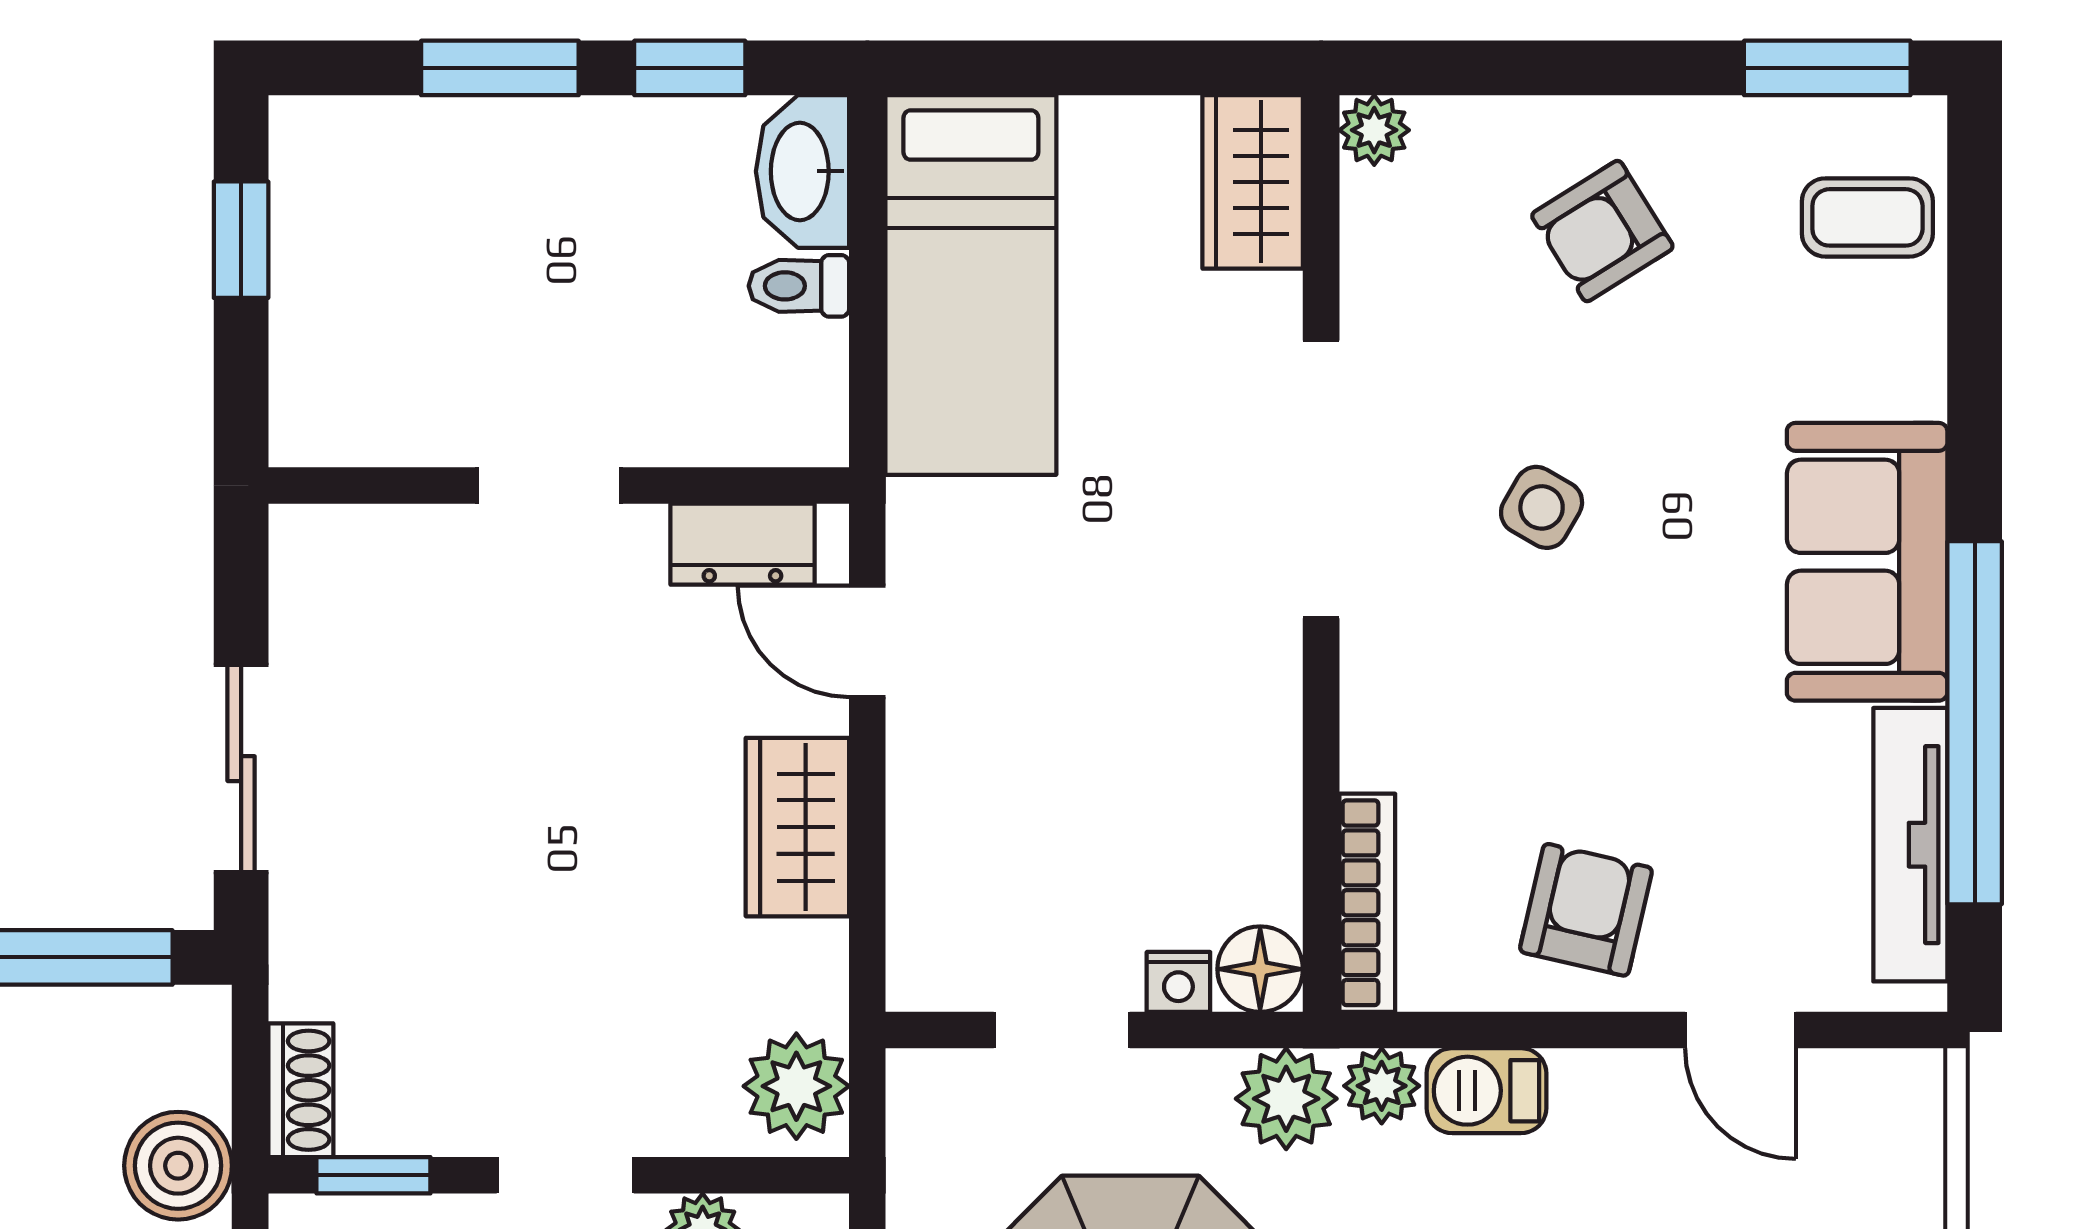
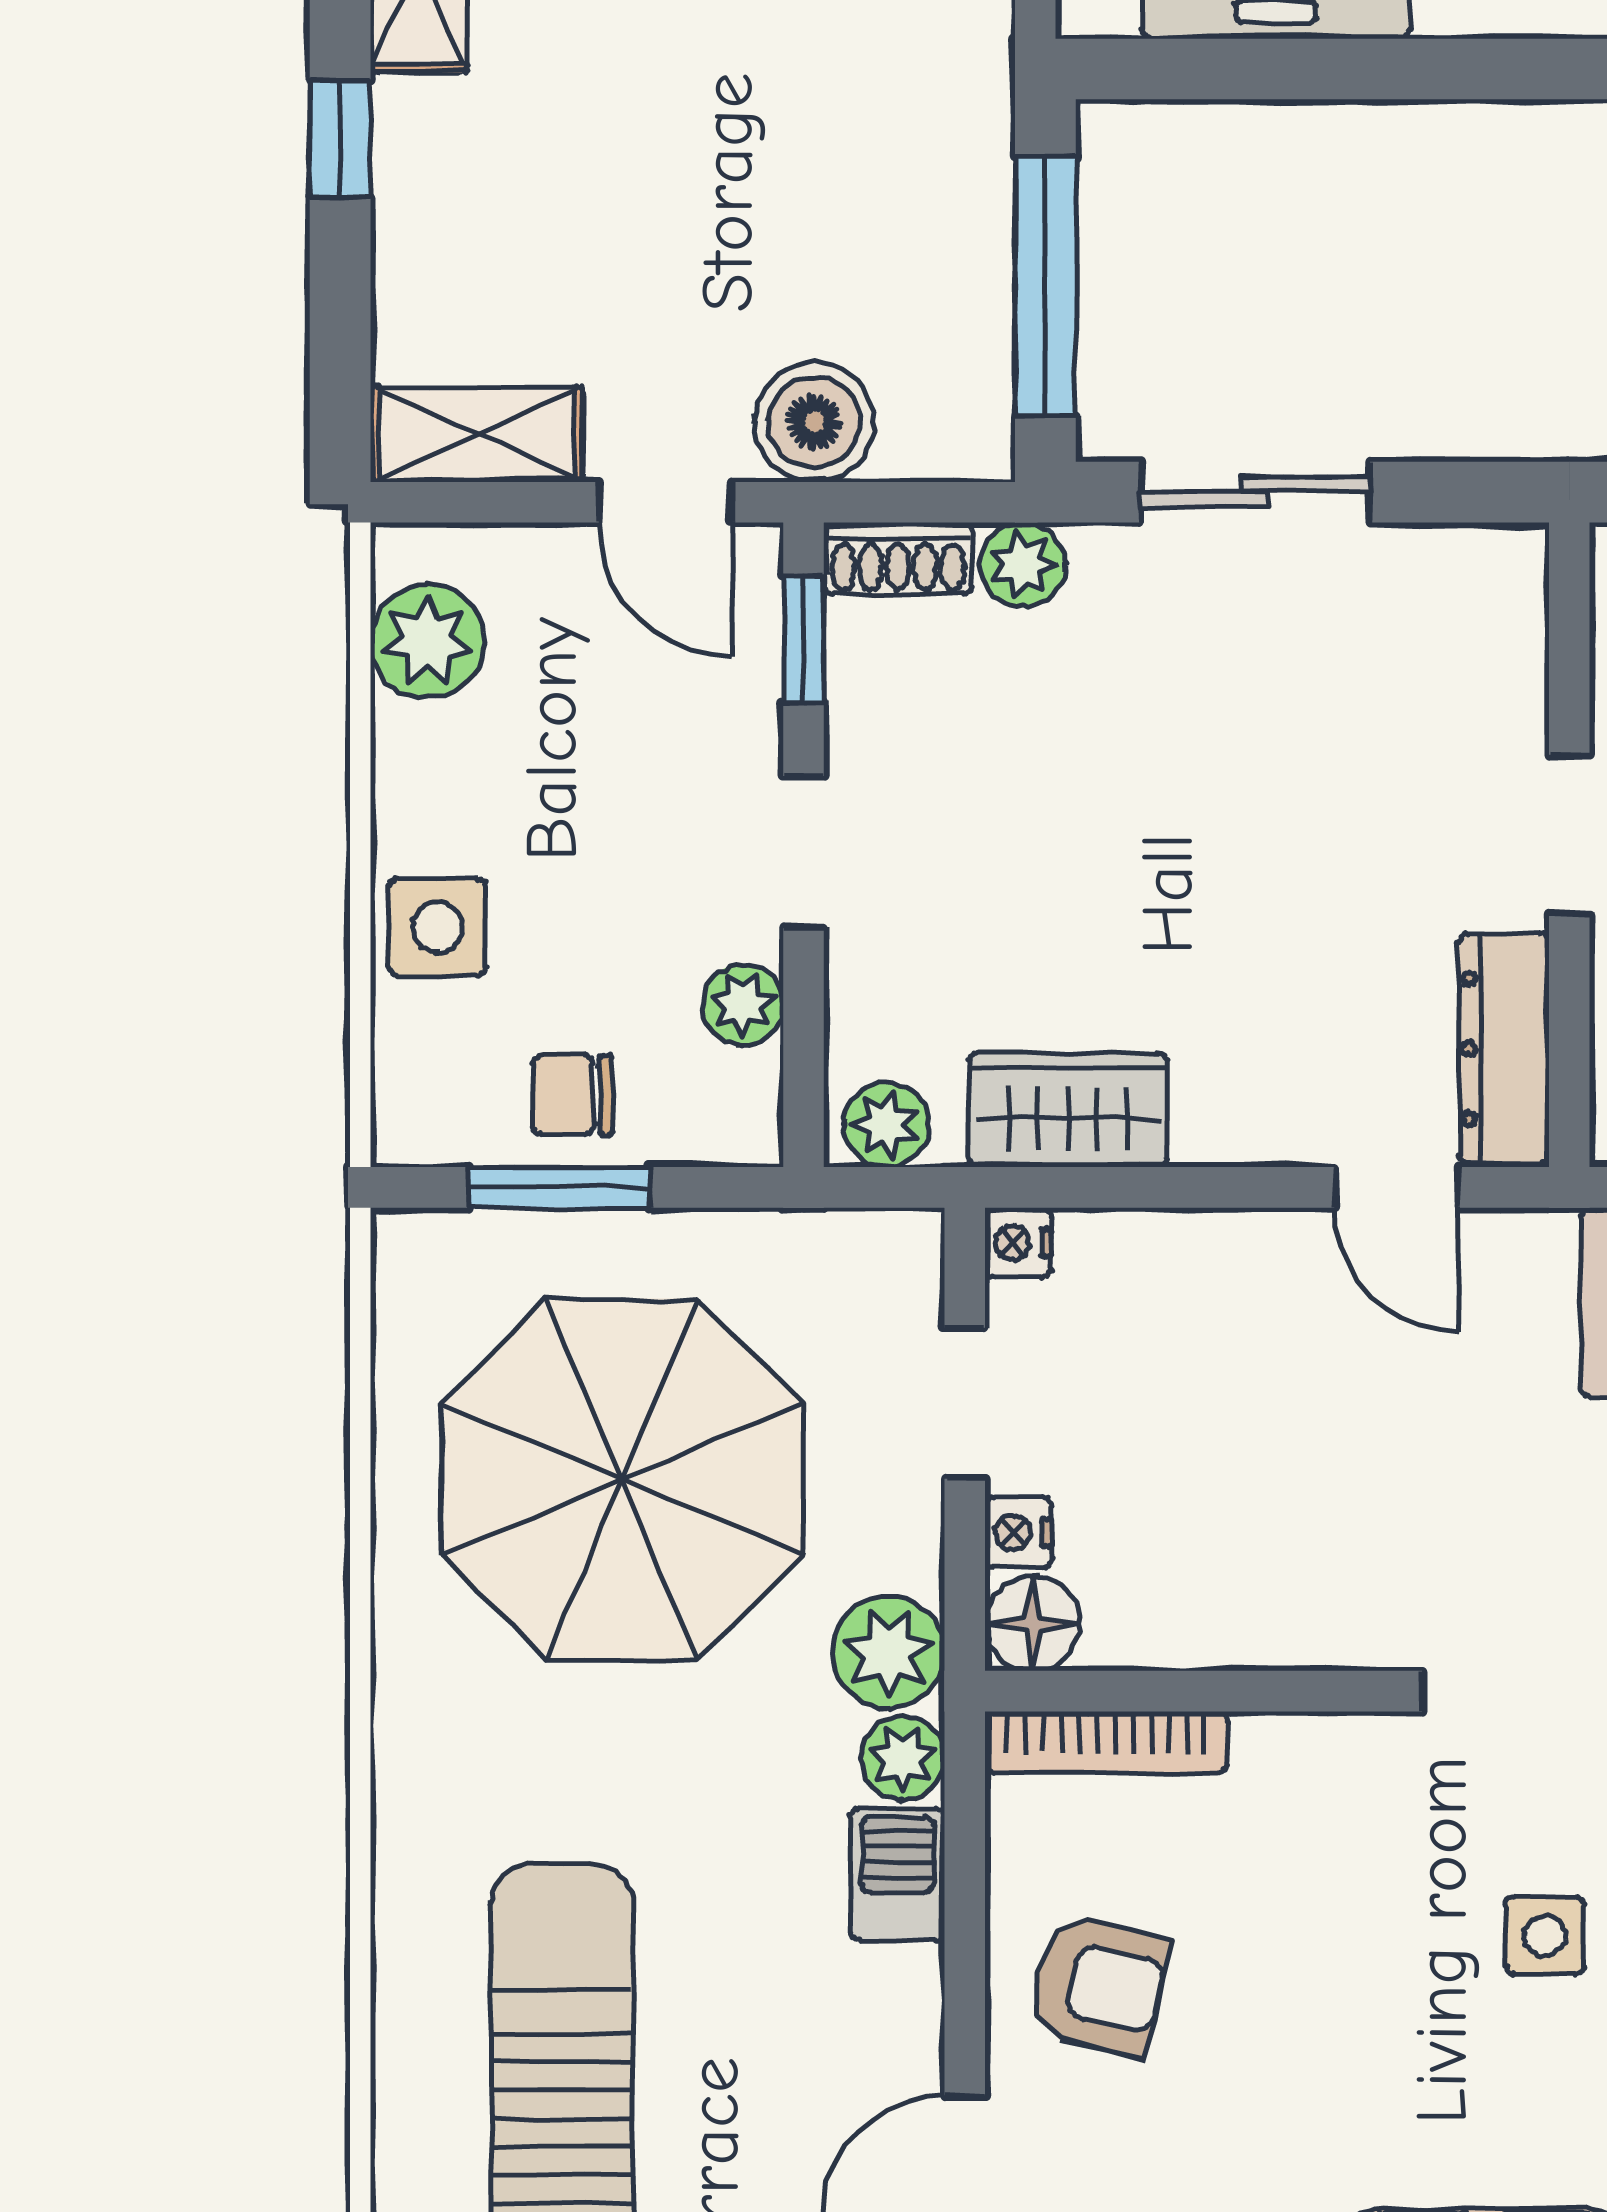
side table: (1542, 507) -> (1545, 1936), turned -30
dresser: (742, 544) -> (1504, 1049), width x1.44
door: (867, 641) -> (1396, 1187), swing flipped
wardrobe: (797, 827) -> (1068, 1110), moved
plant: (307, 978) -> (1023, 565), added
nightstand: (917, 982) -> (1018, 1243), added
plant: (796, 1086) -> (886, 1125), width x0.73, depth x0.73

